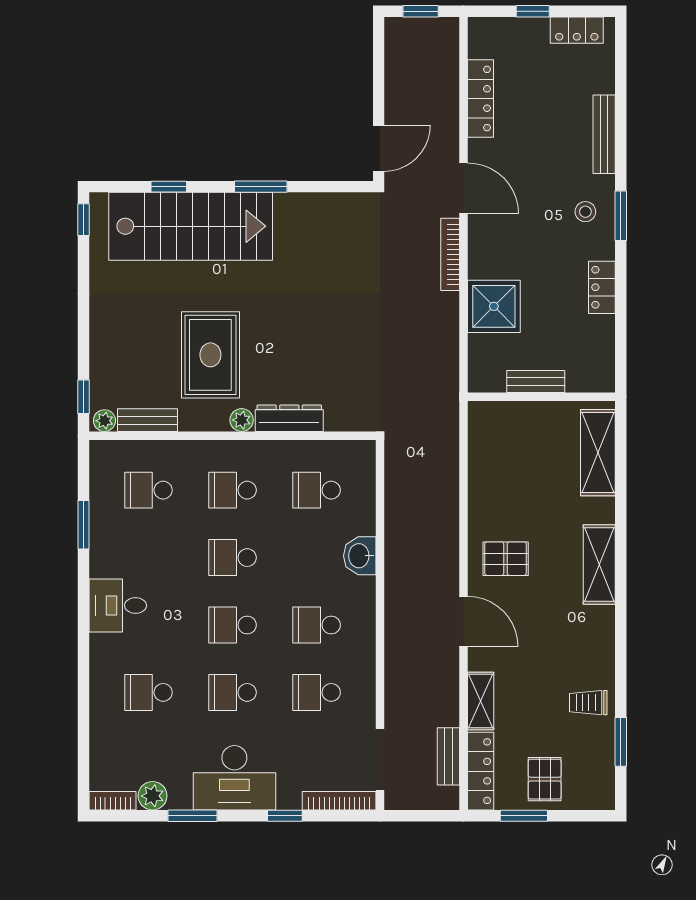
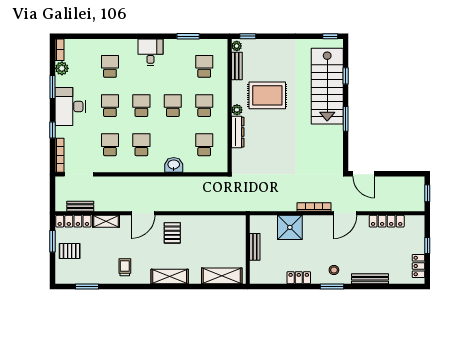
trolley: (588, 703) -> (125, 267), moved

